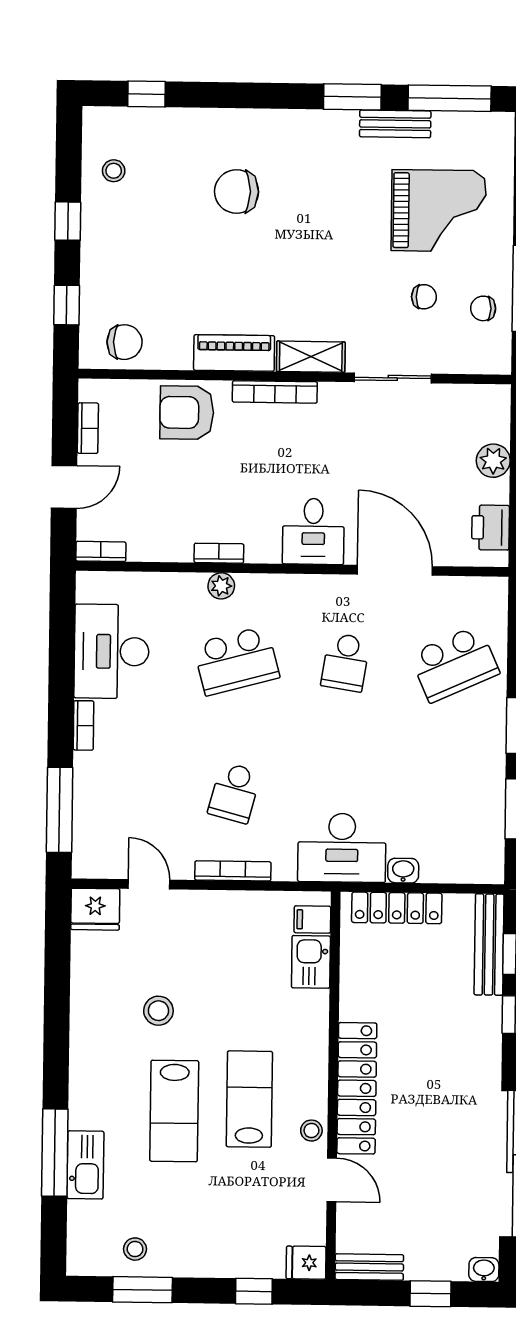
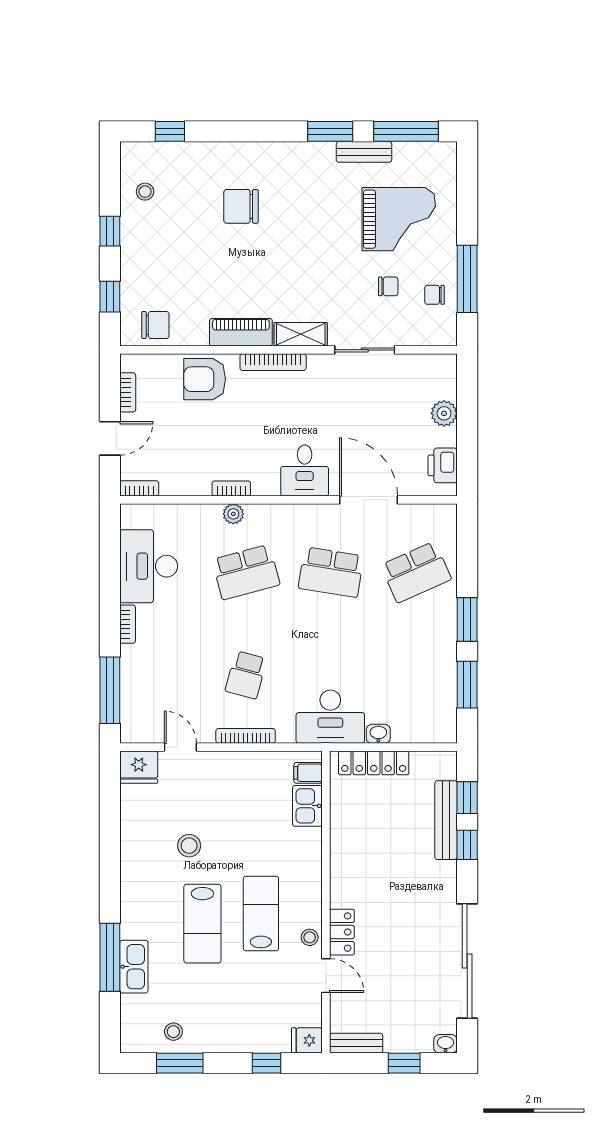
school desk: (345, 662) -> (331, 572), width x1.85
bench: (489, 945) -> (446, 820), moved
locker: (357, 1088) -> (342, 932), width x0.46, depth x0.83

